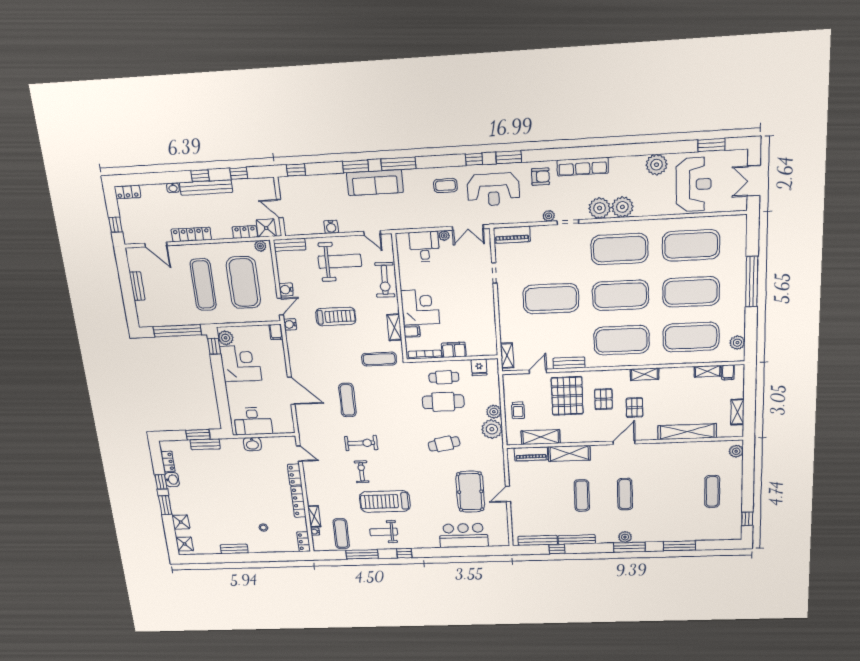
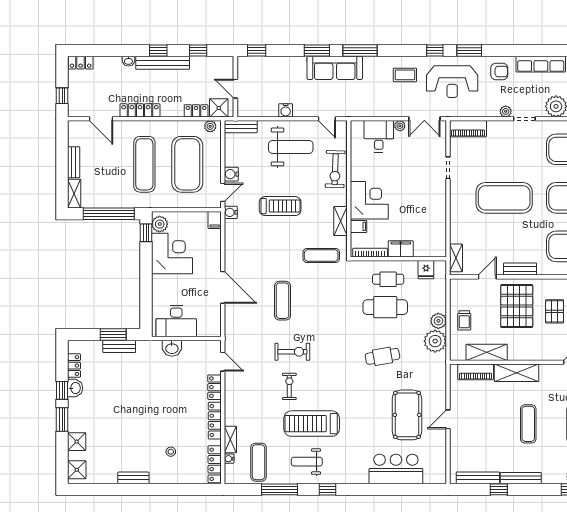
shelving: (143, 314) -> (74, 194), added
locker: (304, 542) -> (215, 464), width x1.53

